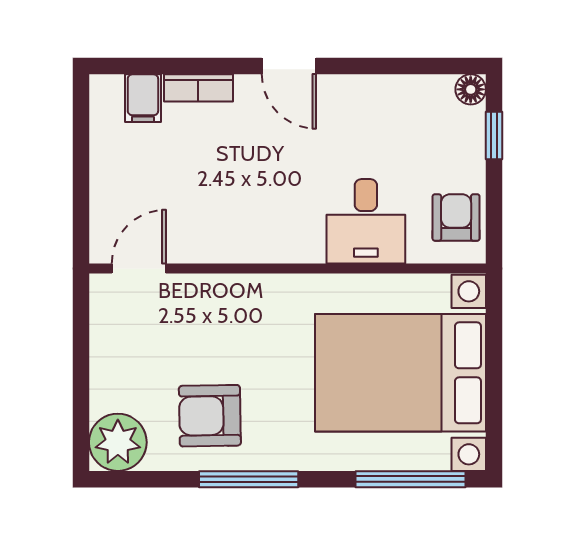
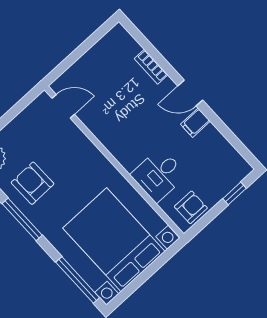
door: (289, 66) -> (190, 93), hinge flipped
floor lamp: (471, 89) -> (244, 169), removed
filing cabinet: (143, 98) -> (195, 123), moved

